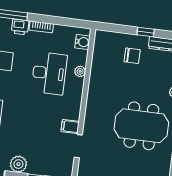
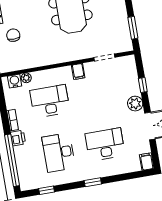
plant: (80, 71) -> (26, 78), moved
filing cabinet: (70, 127) -> (78, 71), moved

